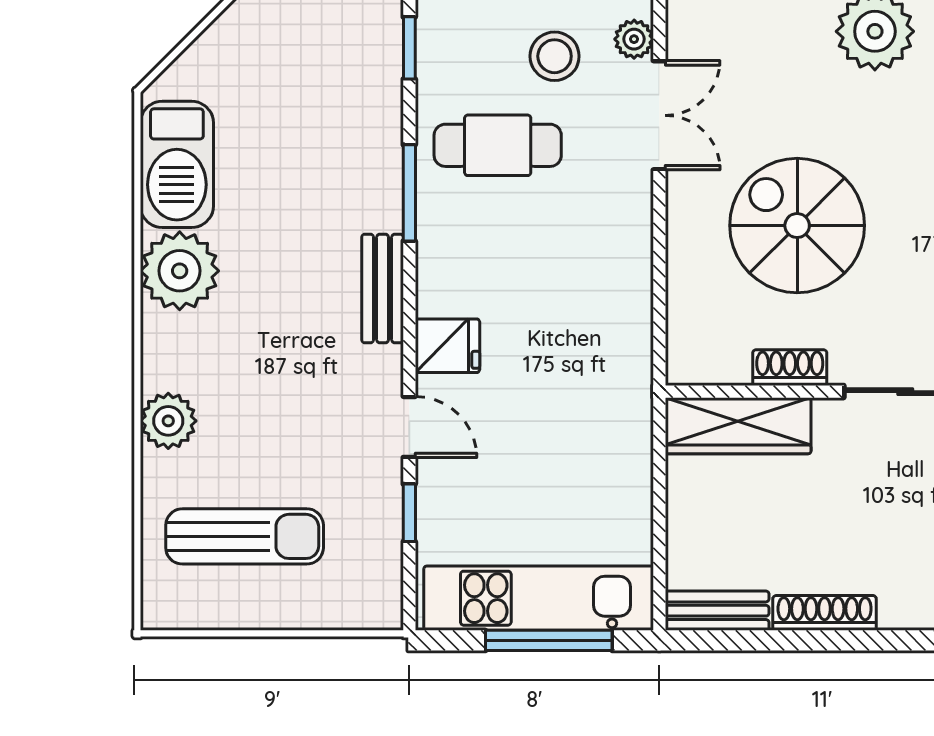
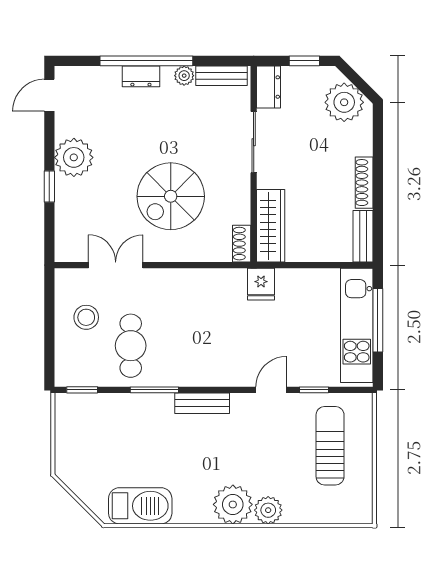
plant: (634, 39) -> (78, 278), removed
plant: (180, 271) -> (233, 504), moved
fridge: (447, 346) -> (261, 284), moved, turned 180
shoe rack: (790, 368) -> (242, 244), moved
sun lounger: (245, 536) -> (330, 446), moved

